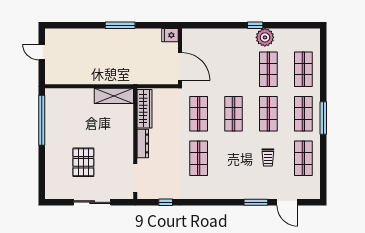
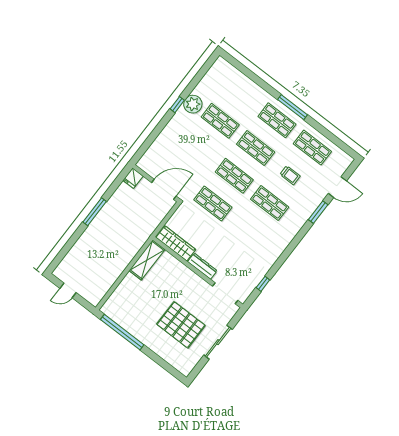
shop shelf: (303, 69) -> (242, 93), removed
shop shelf: (199, 158) -> (270, 203), moved
pallet: (83, 162) -> (181, 325), width x1.37, depth x1.41

